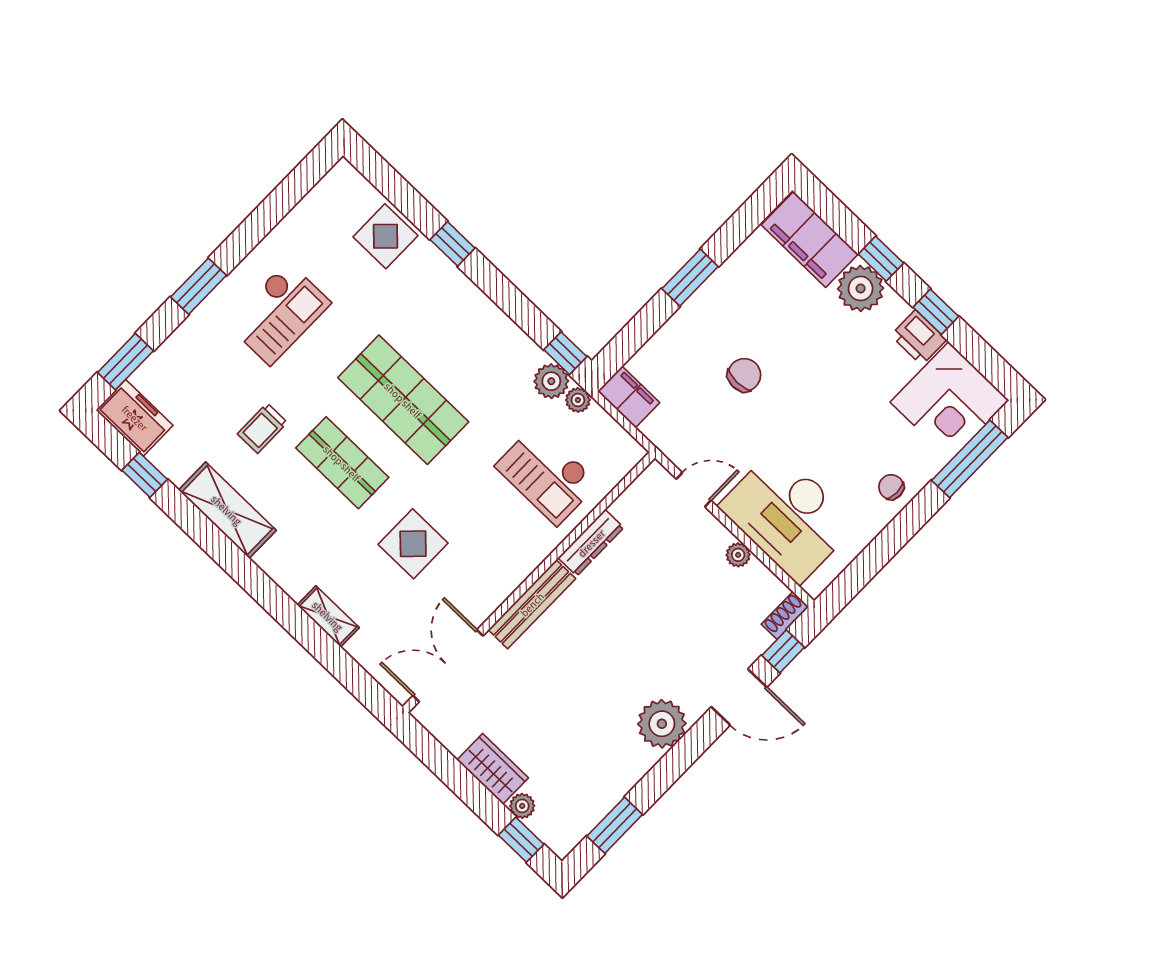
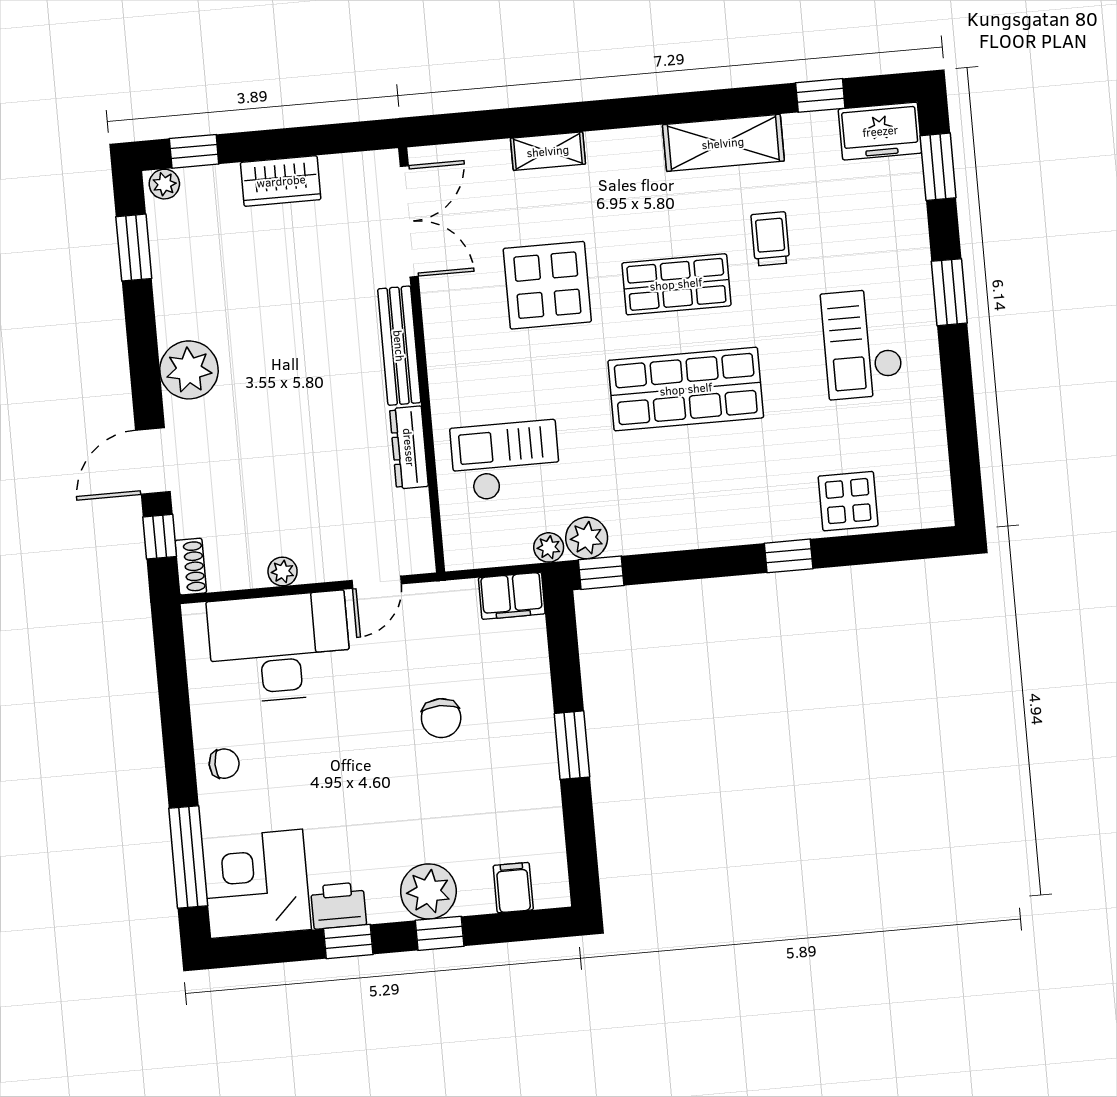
filing cabinet: (810, 239) -> (513, 888), width x0.33, depth x0.86
display table: (413, 544) -> (547, 285), width x1.36, depth x1.36
plant: (522, 806) -> (164, 184), moved

